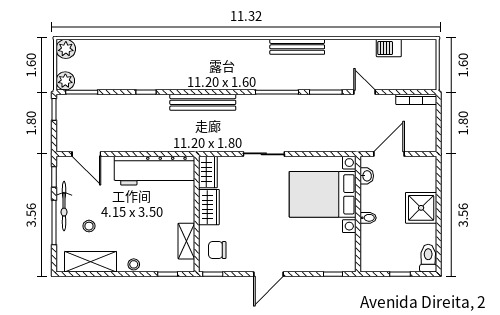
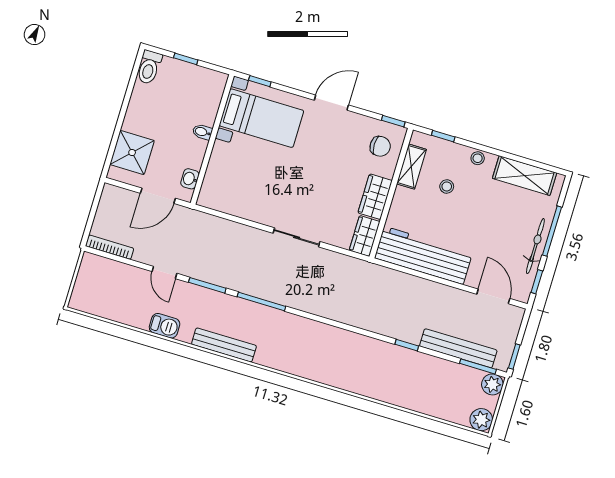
barbecue: (389, 48) -> (165, 326), moved
bench: (203, 102) -> (458, 348), moved
bed with nightstands: (323, 194) -> (261, 118), moved, width x0.73
shower: (421, 208) -> (132, 152), moved
stool: (89, 226) -> (447, 186), moved

